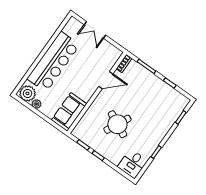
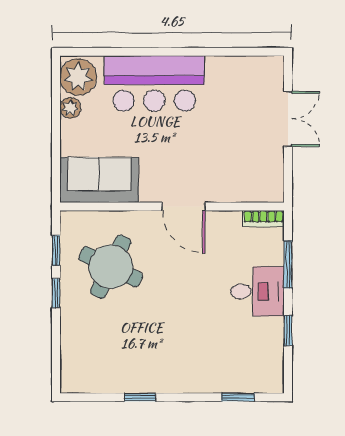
double door: (95, 30) -> (288, 119), swing flipped
bar counter: (53, 62) -> (154, 83), width x0.73
door: (106, 80) -> (183, 206), moved
round table: (117, 124) -> (111, 267), moved
desk: (132, 164) -> (257, 291), moved, turned 180

